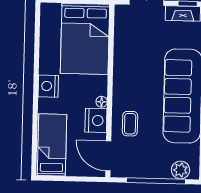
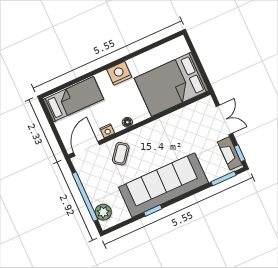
nightstand: (96, 120) -> (107, 131), width x0.53, depth x0.56
coffee table: (130, 124) -> (121, 154), turned -52

